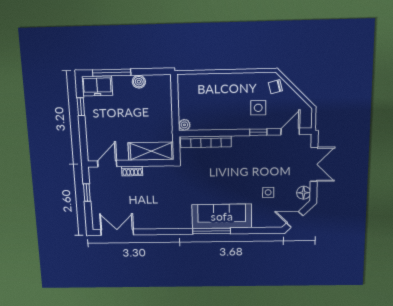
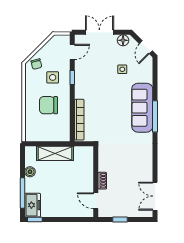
chair: (223, 103) -> (49, 105), added
window: (81, 107) -> (35, 219), moved
plant: (184, 125) -> (65, 137), removed
door: (290, 132) -> (72, 52), swing flipped
shelving: (151, 151) -> (55, 153), moved, turned 90

